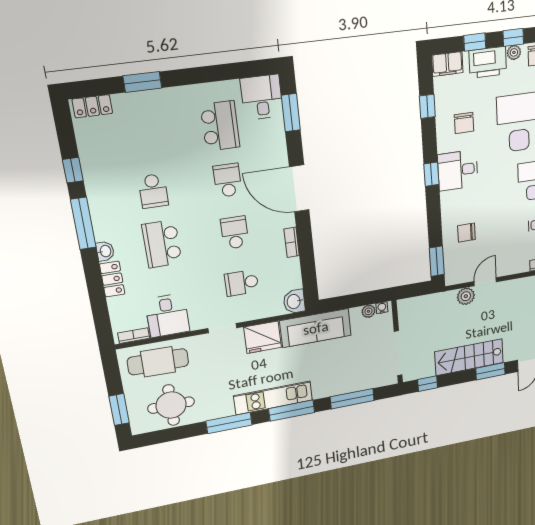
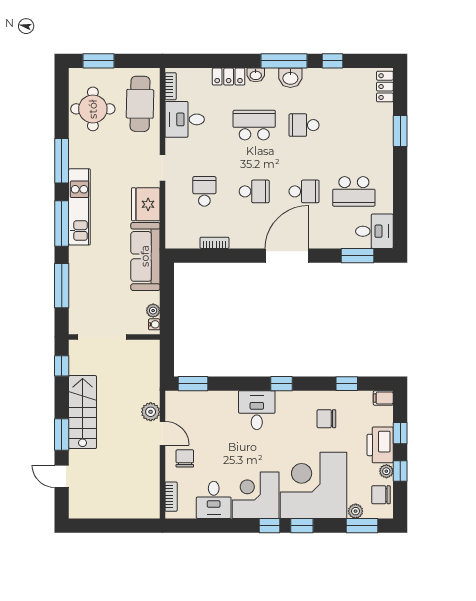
filing cabinet: (447, 64) -> (383, 398), width x0.50
desk: (458, 170) -> (257, 410), moved
chair: (466, 233) -> (185, 458), moved
bookcase: (292, 242) -> (214, 243), moved
washbasin: (294, 301) -> (290, 78), moved, turned 180

